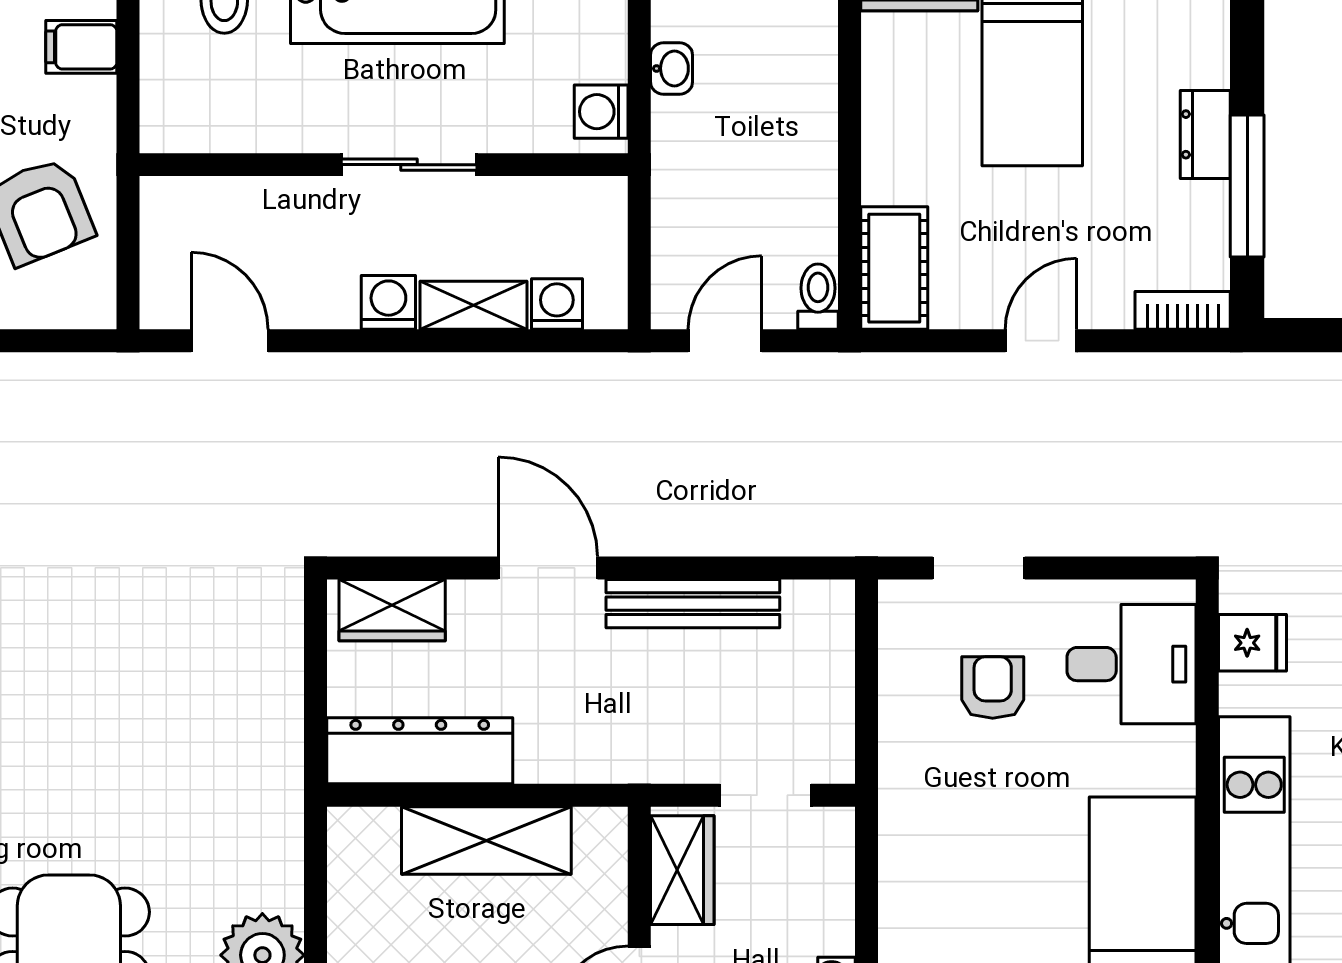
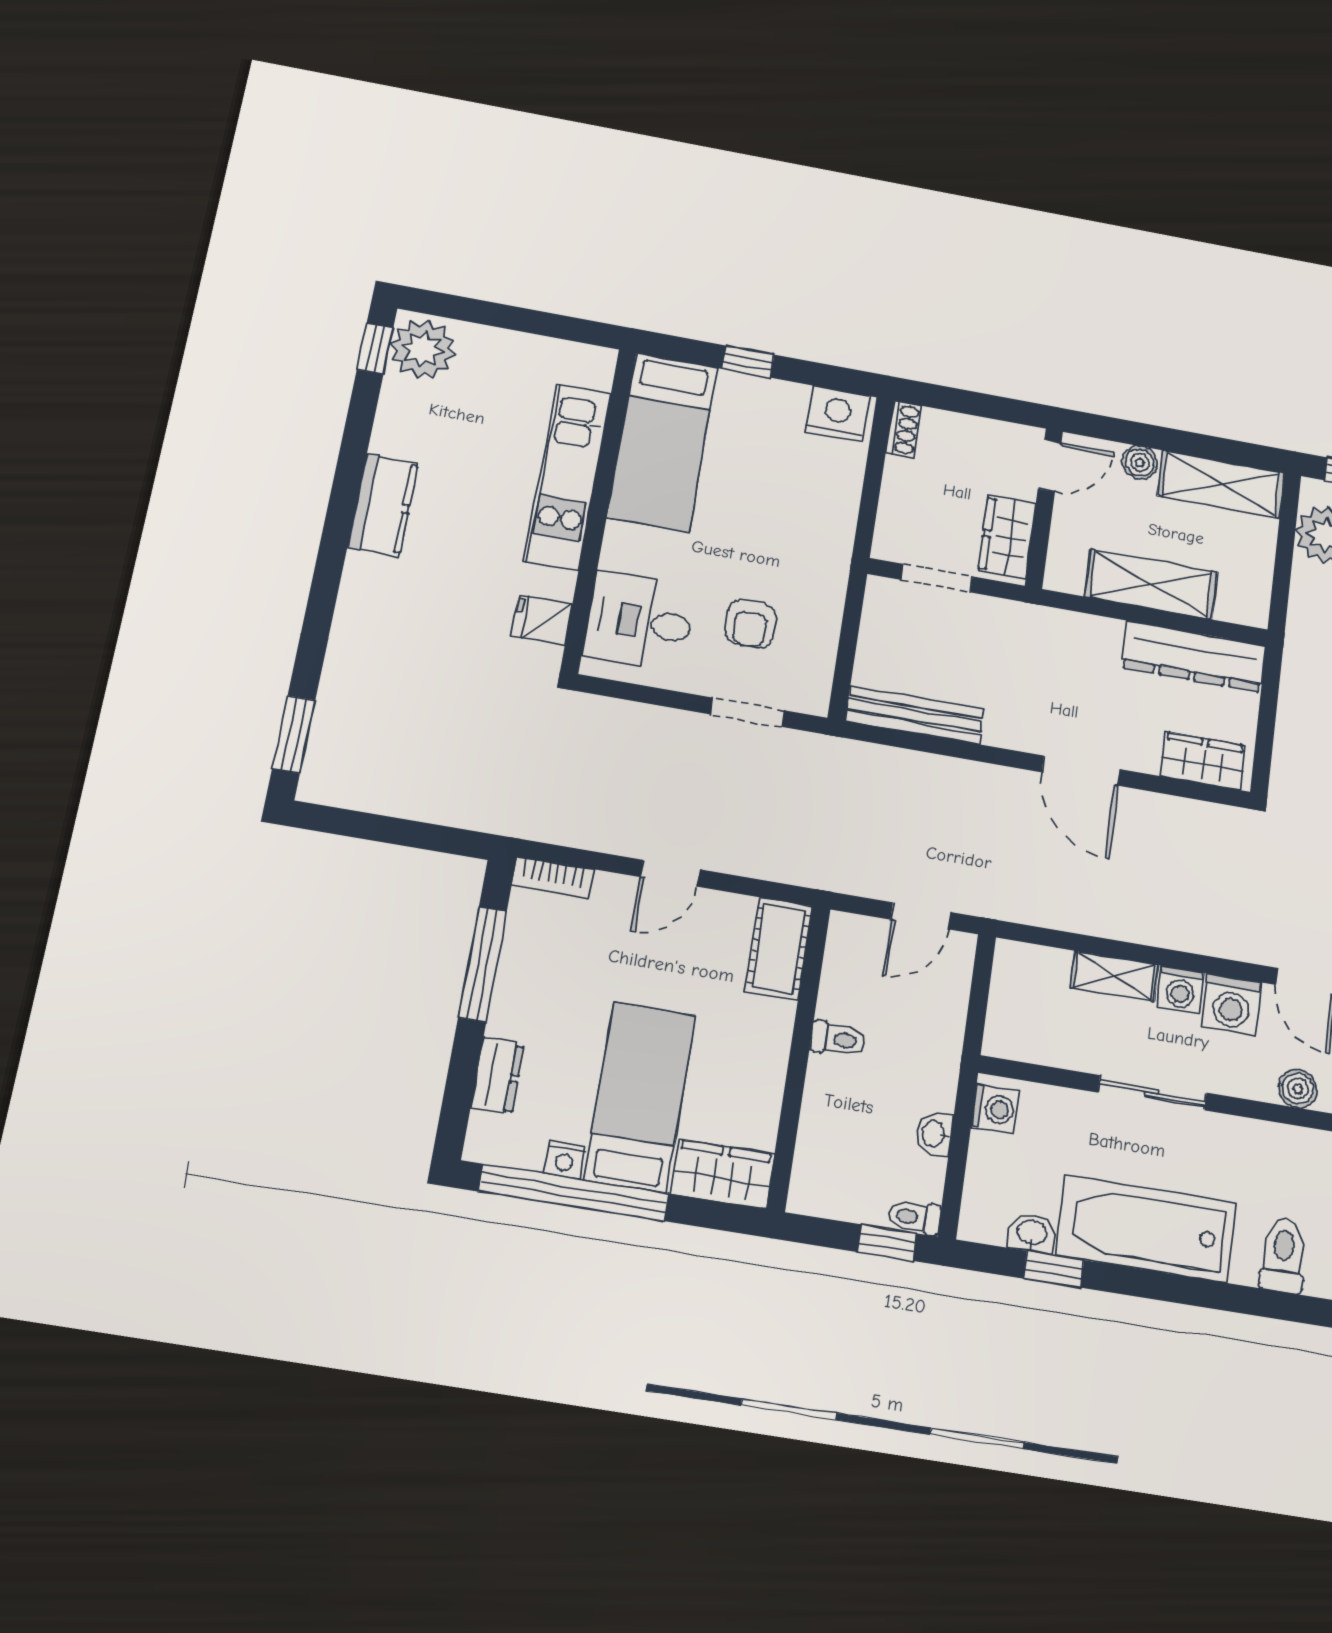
dresser: (1205, 134) -> (497, 1076), moved
boiler: (227, 200) -> (1298, 1089), added
toilet: (818, 297) -> (838, 1039), moved, turned -90
washing machine: (557, 304) -> (1231, 1004), moved, width x1.38, depth x1.38
bench: (693, 604) -> (915, 715), moved

